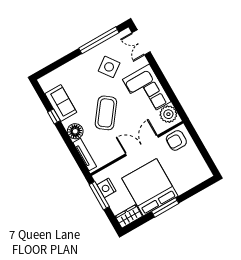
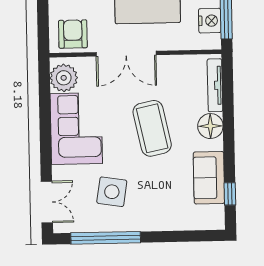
side table: (109, 67) -> (112, 192), turned 45
coffee table: (106, 113) -> (152, 128), turned -49
window: (54, 116) -> (230, 194), moved
armchair: (176, 140) -> (73, 34), turned -90

